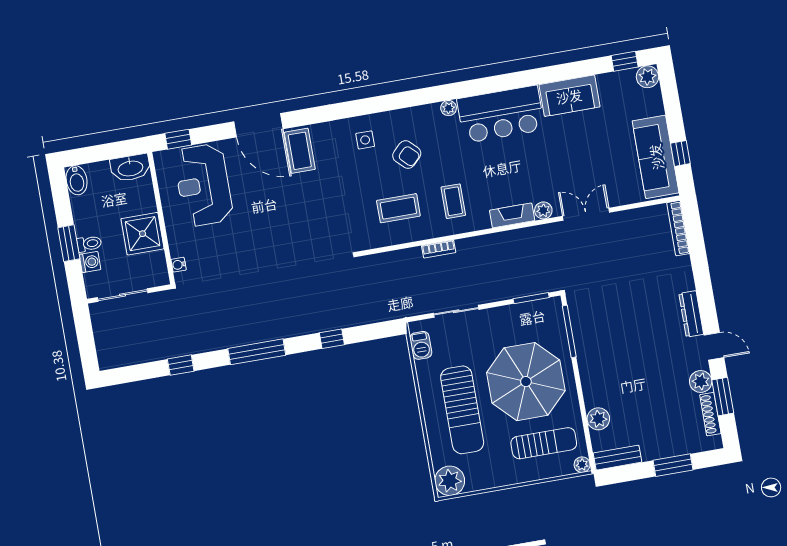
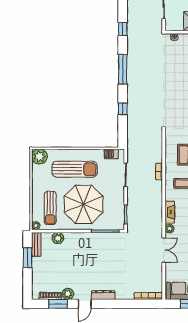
sun lounger: (462, 410) -> (75, 169), turned 180
window: (673, 465) -> (28, 258), moved

